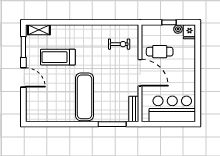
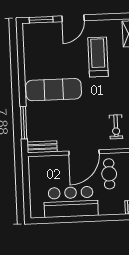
window: (23, 47) -> (41, 20), moved
bar counter: (172, 109) -> (71, 202), moved, turned -90

